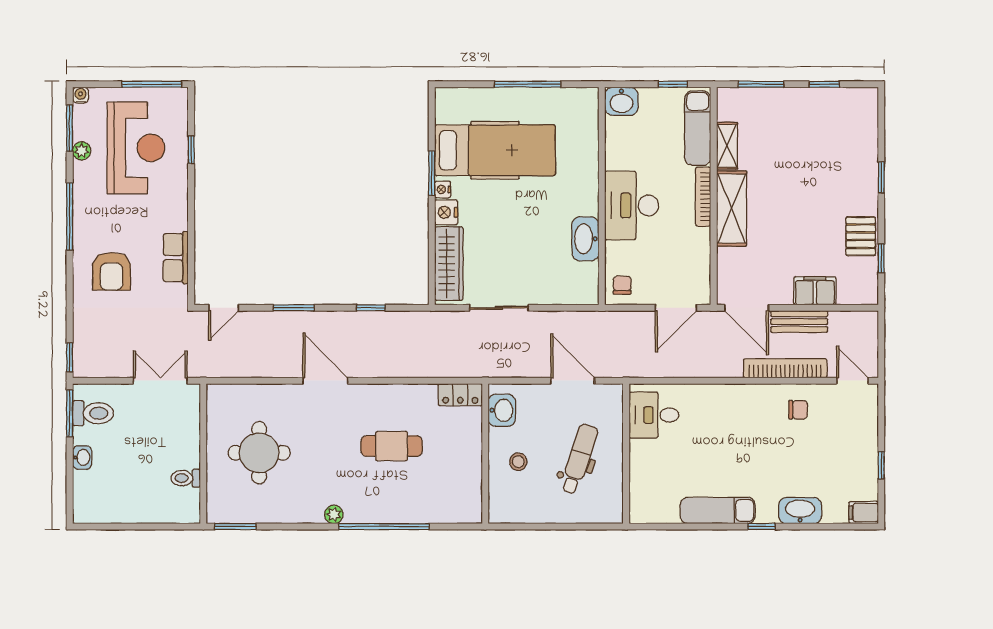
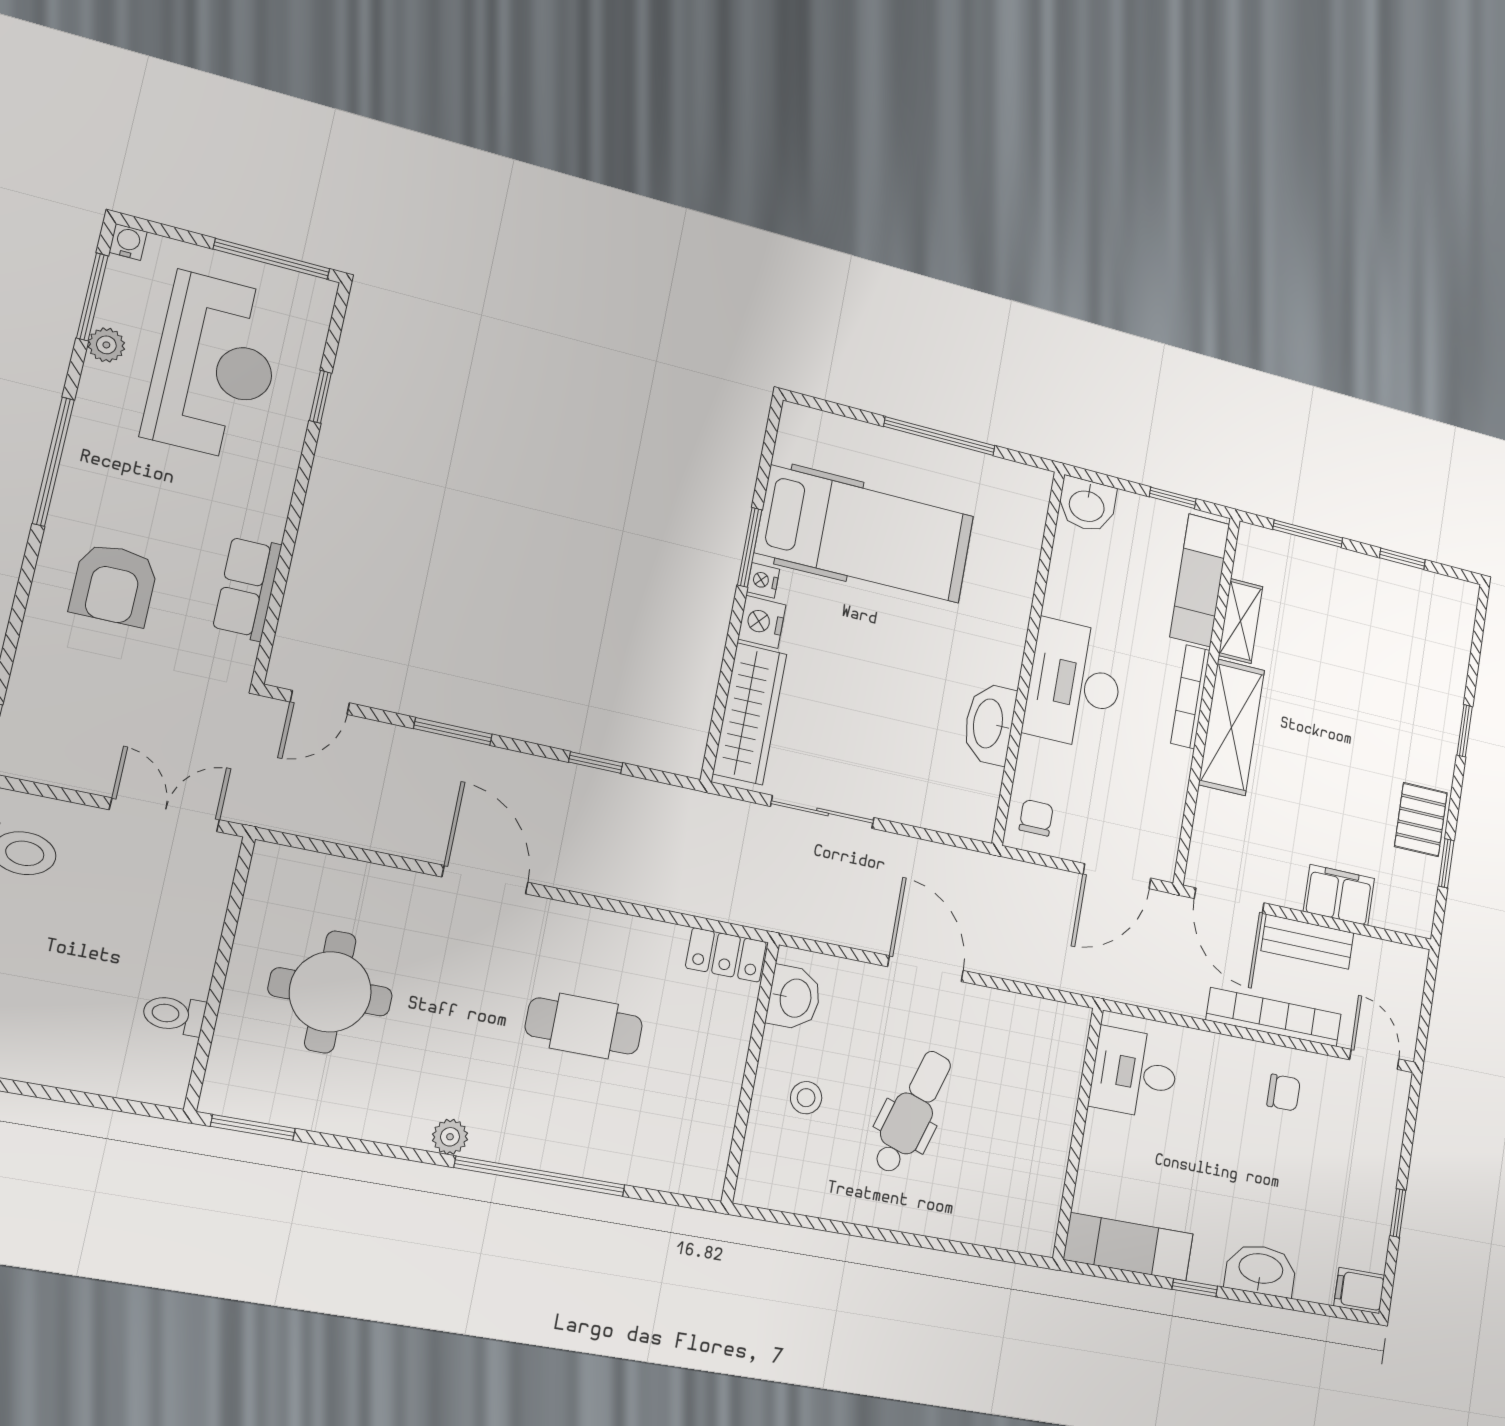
desk: (654, 415) -> (1134, 1073), moved
wall: (626, 454) -> (1078, 1133), moved

